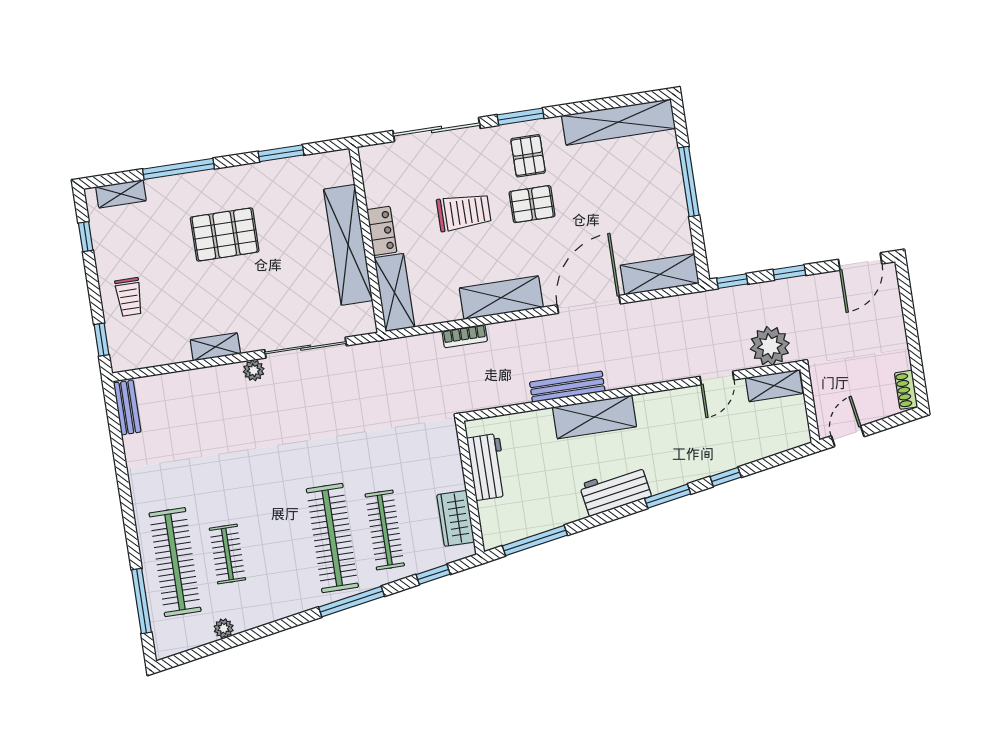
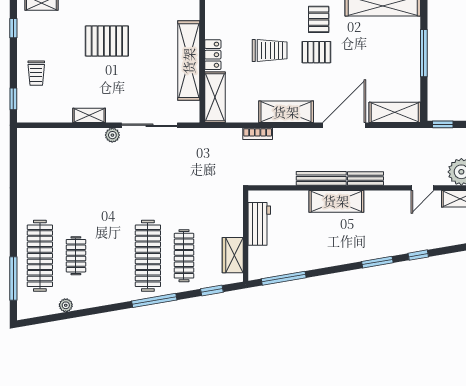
bench: (127, 407) -> (365, 178), moved, turned 90
workbench: (615, 490) -> (343, 253), removed

